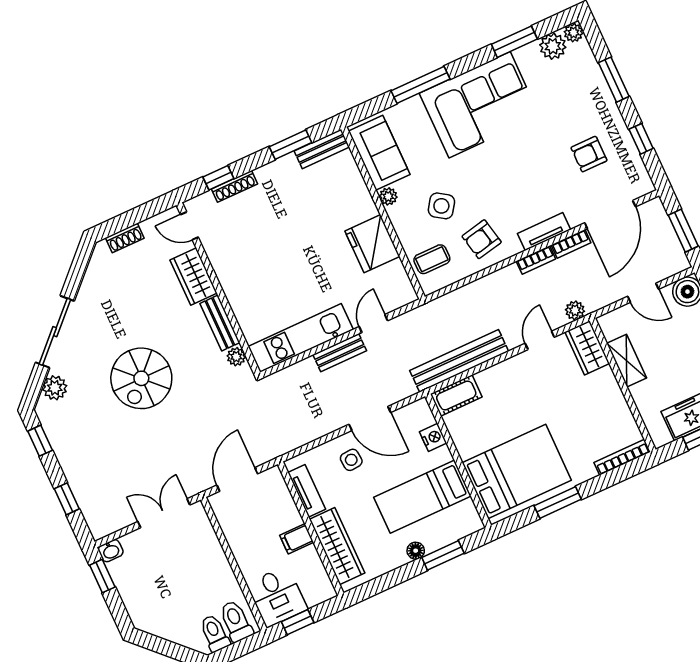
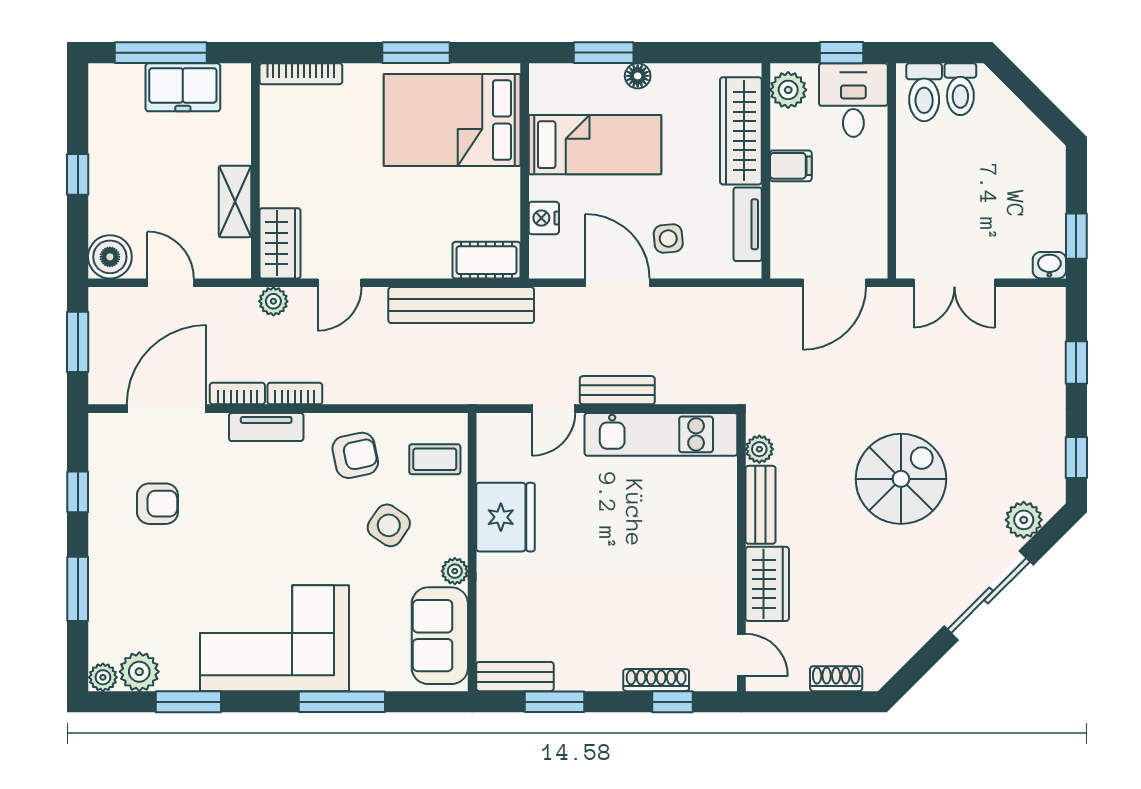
plant: (320, 584) -> (788, 90), added

